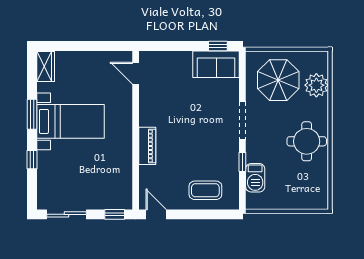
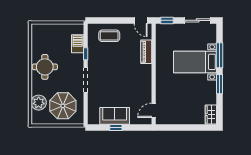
window: (218, 46) -> (116, 128), moved
sofa: (216, 64) -> (115, 116), moved
door: (136, 73) -> (154, 110), swing flipped
bed with nightstands: (71, 121) -> (195, 62), moved
piano: (147, 146) -> (146, 52), moved
window: (32, 160) -> (219, 55), width x2.17

